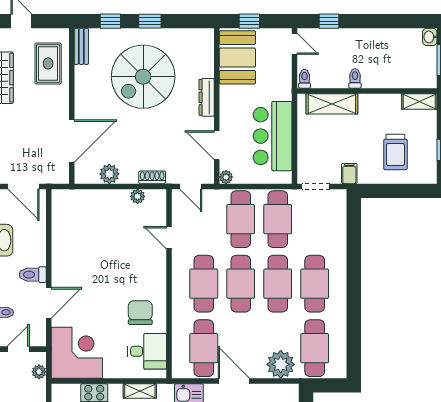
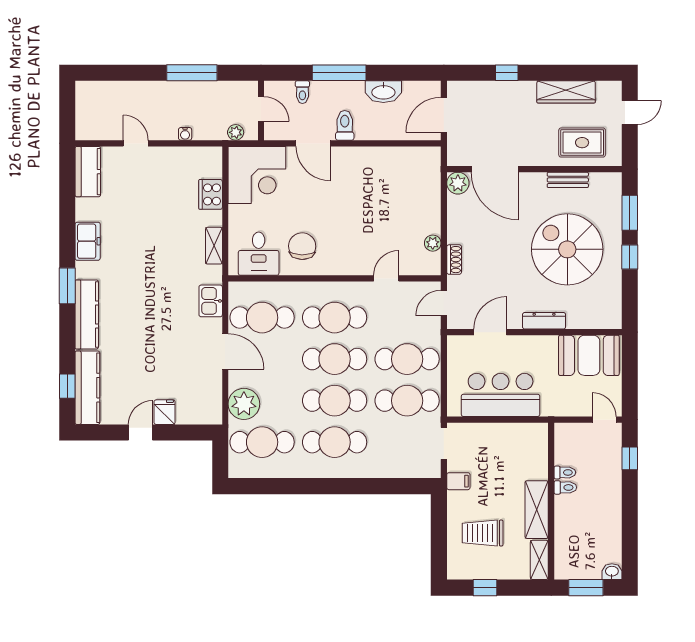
window: (110, 21) -> (630, 213), width x1.50
window: (249, 21) -> (630, 369), removed
door: (295, 44) -> (604, 420), swing flipped
bench: (81, 46) -> (568, 180), moved
toilet: (305, 79) -> (565, 472), moved
shelving: (332, 104) -> (537, 510), moved
plant: (109, 174) -> (458, 183), moved
plant: (226, 177) -> (454, 343), removed
chair: (140, 313) -> (302, 246), turned -89
door: (234, 381) -> (225, 351), hinge flipped

